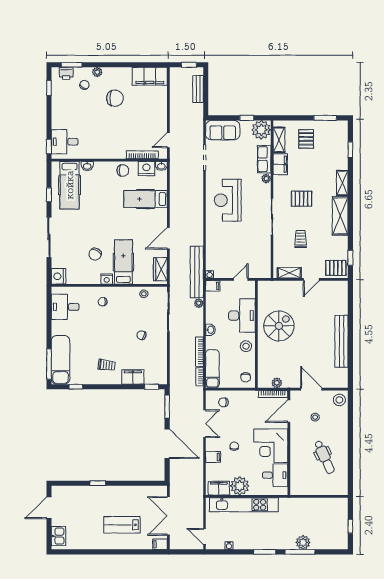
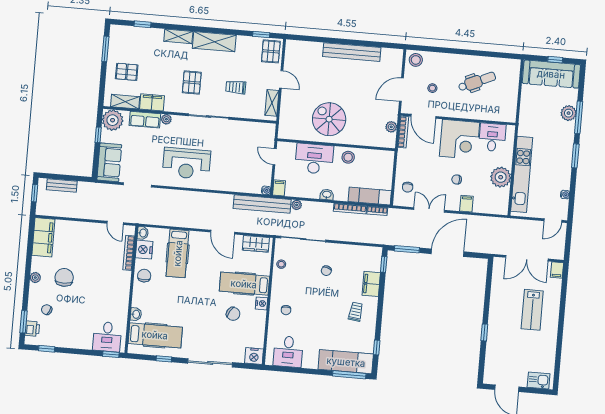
plant: (97, 72) -> (35, 278), moved
chair: (246, 377) -> (382, 161), removed
filing cabinet: (219, 488) -> (501, 200), removed
sofa: (337, 524) -> (551, 74), added

